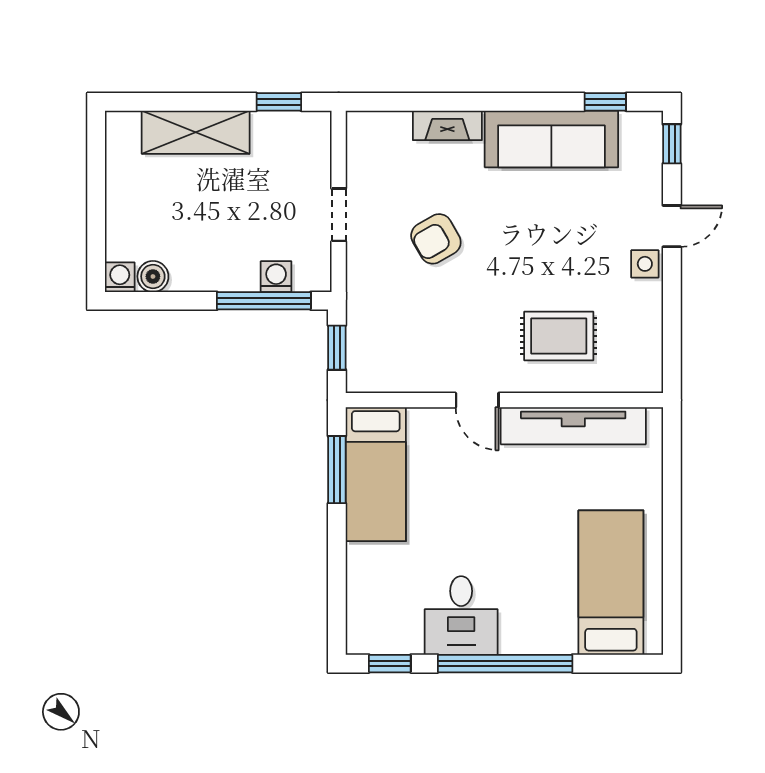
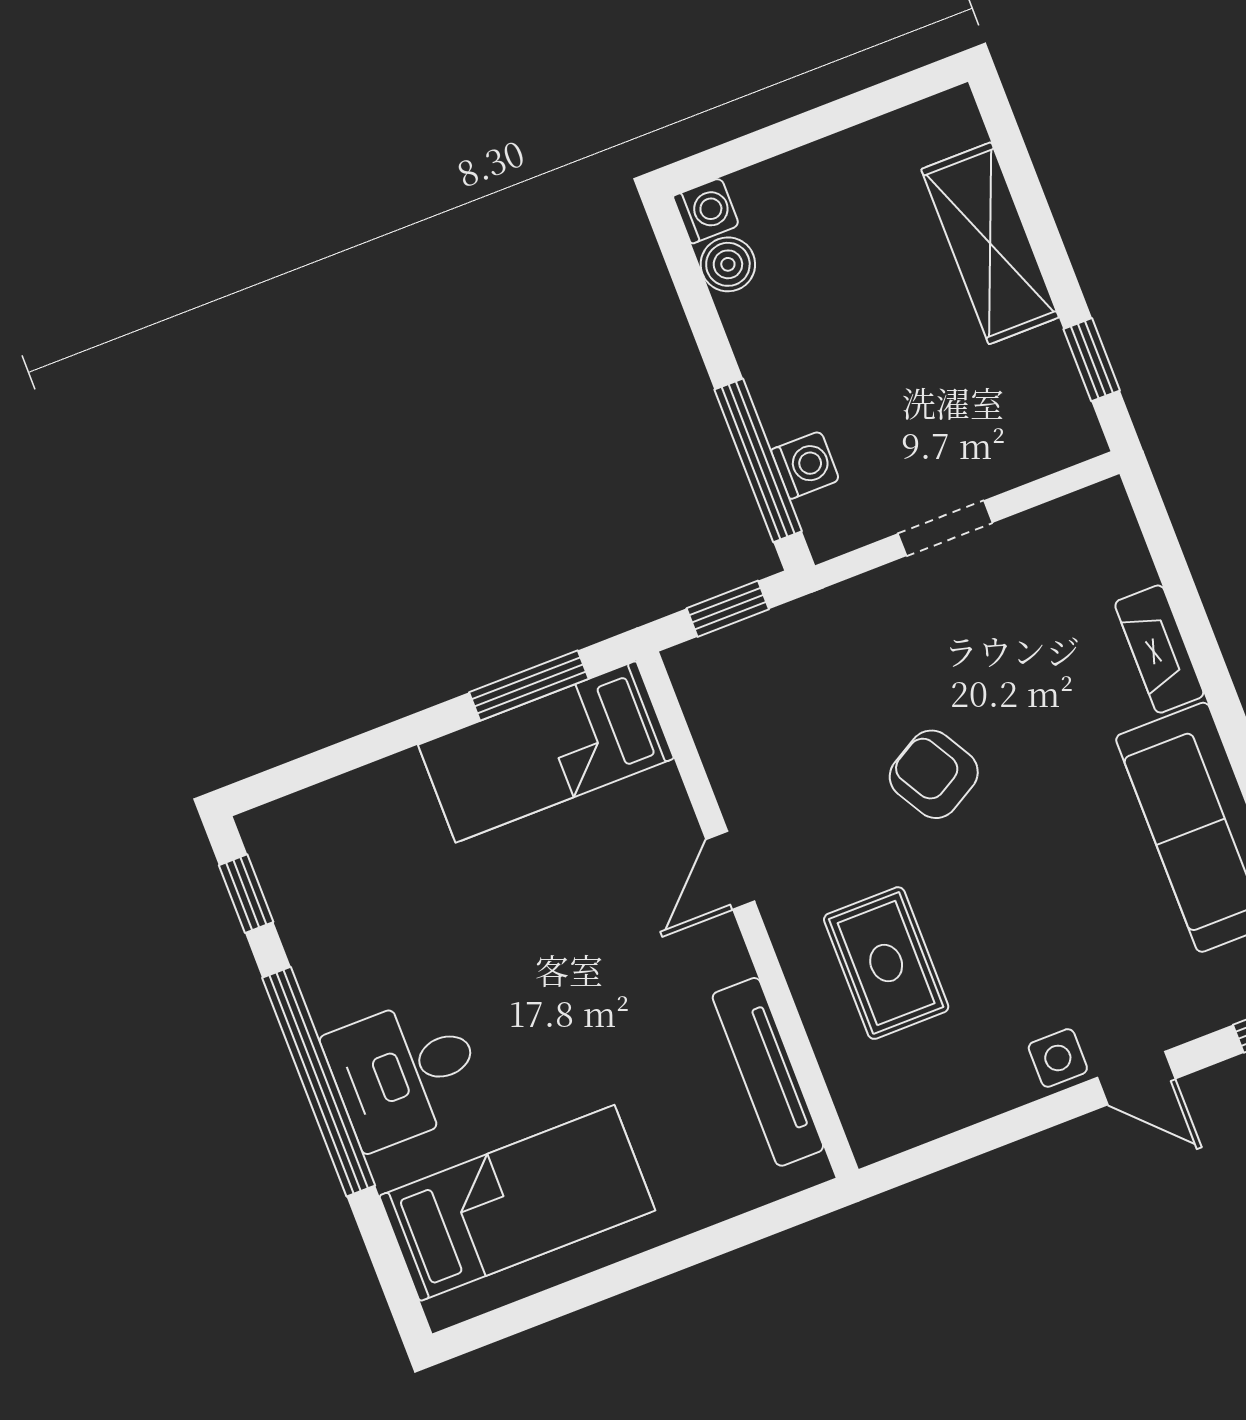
armchair: (436, 239) -> (934, 774), moved
tv unit: (573, 426) -> (768, 1072), width x0.73, depth x0.78
desk: (461, 615) -> (405, 1072), moved

